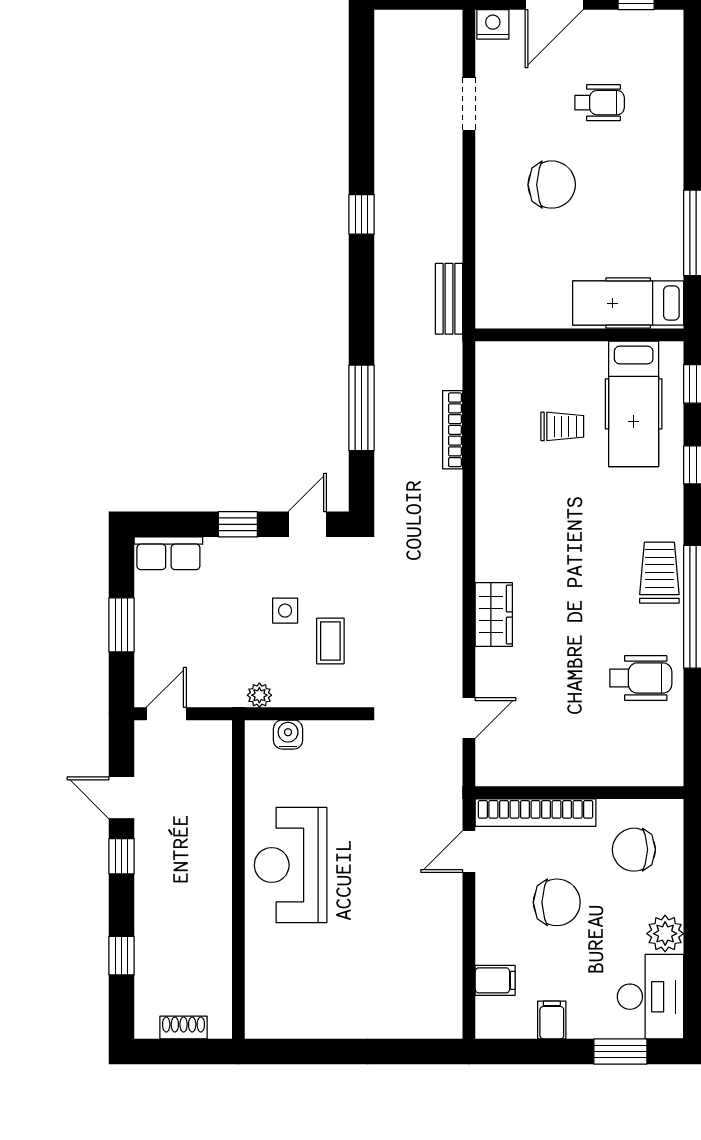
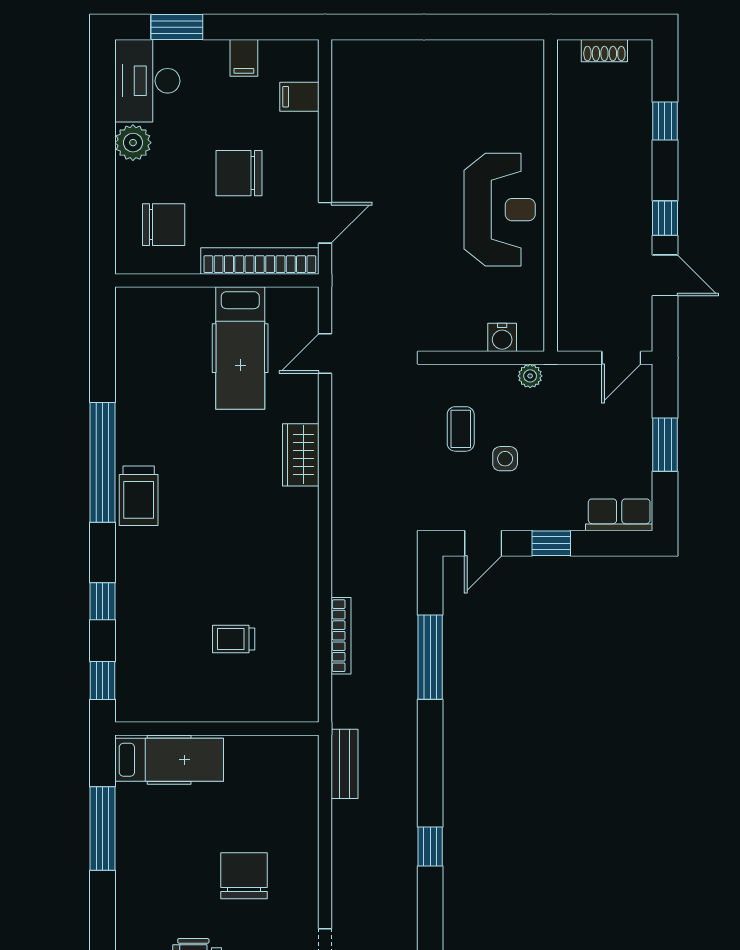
chair: (552, 185) -> (244, 876), turned 90
hospital bed: (634, 404) -> (240, 348), moved, turned 180
wheelchair: (641, 678) -> (157, 393), removed

